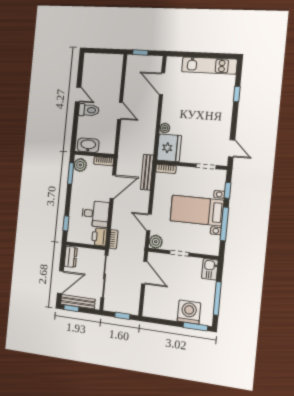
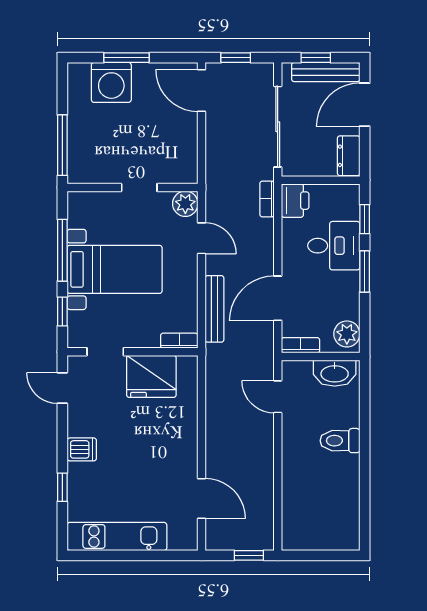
door: (78, 95) -> (365, 469), removed
door: (120, 111) -> (278, 397), moved
dishwasher: (224, 114) -> (82, 449), added
plant: (165, 128) -> (188, 416), removed
fridge: (169, 148) -> (151, 376), moved, turned -90
bench: (147, 172) -> (214, 309), moved
window: (71, 173) -> (365, 272), moved
desk: (95, 214) -> (334, 246), moved, turned 180
kitchen sink: (210, 269) -> (81, 165), removed
door: (144, 273) -> (202, 91), moved
window: (217, 298) -> (62, 145), moved
window: (71, 308) -> (316, 58), moved
window: (195, 327) -> (126, 58), moved

